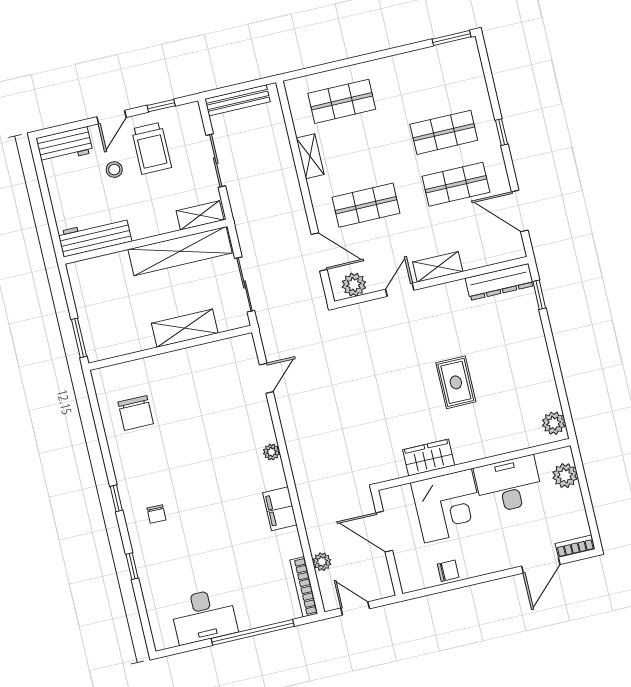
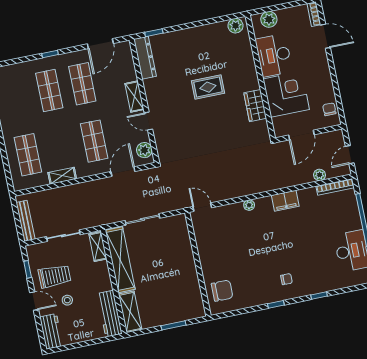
shelving: (185, 328) -> (130, 312), moved
wall: (170, 348) -> (198, 264), moved
chair: (448, 571) -> (329, 109), moved

